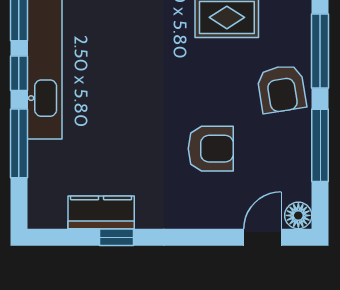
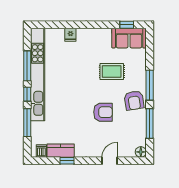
armchair: (211, 149) -> (103, 112), moved
dishwasher: (54, 213) -> (41, 151), added
door: (263, 237) -> (110, 161), moved

